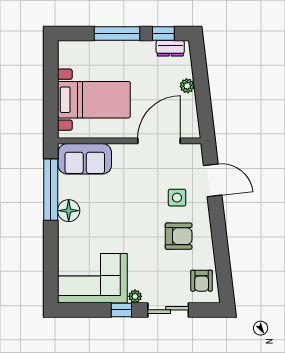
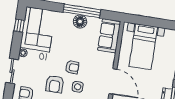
window: (51, 190) -> (82, 11), moved
armchair: (146, 212) -> (72, 67), added
window: (121, 310) -> (19, 26), moved

